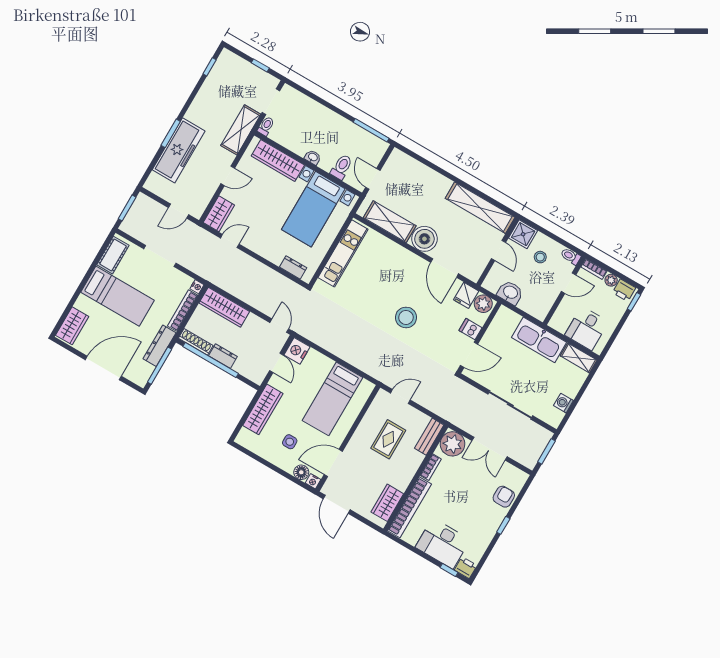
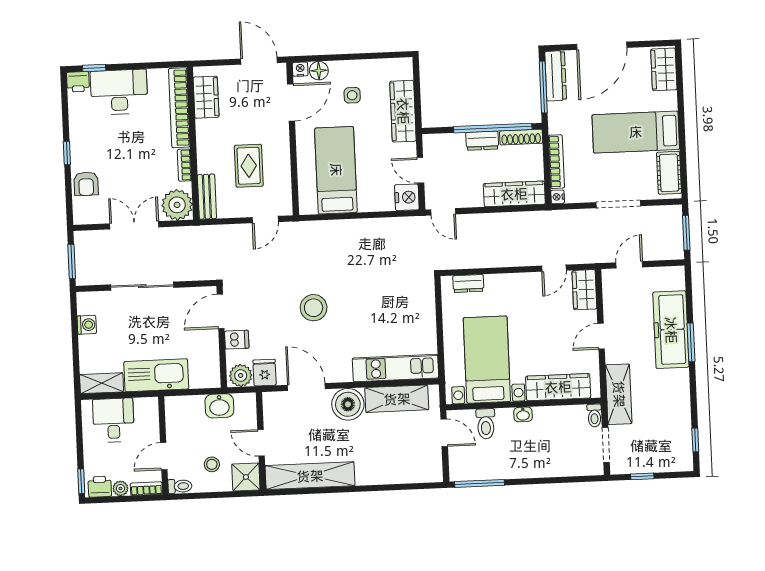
kitchen unit: (343, 253) -> (396, 368), moved, turned 90
dresser: (159, 346) -> (556, 76), moved

